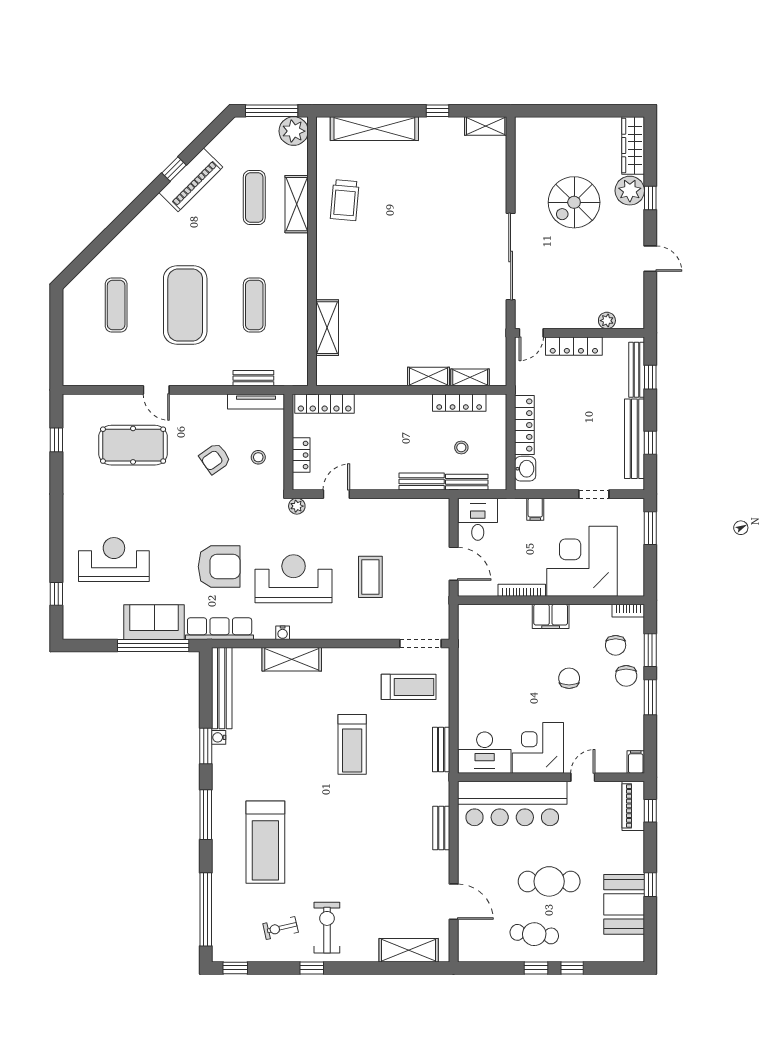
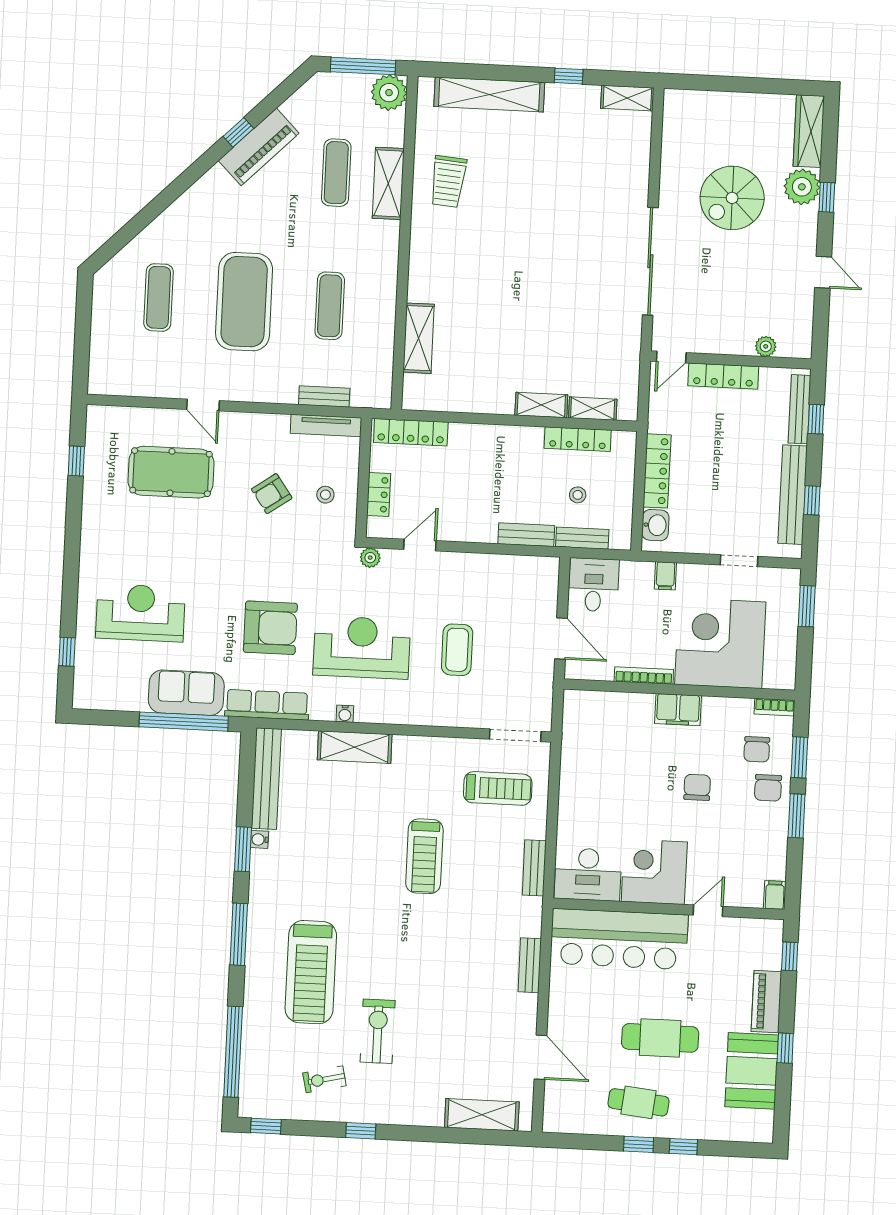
piano: (633, 806) -> (766, 1002), moved
exercise bike: (327, 928) -> (378, 1031), moved

